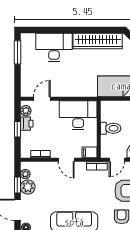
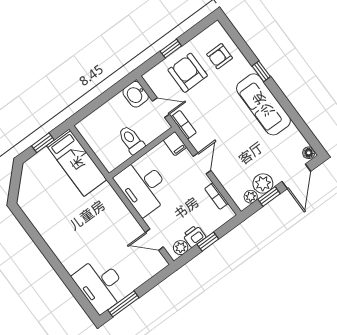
wardrobe: (98, 41) -> (46, 225), removed
desk: (54, 47) -> (101, 285), moved

